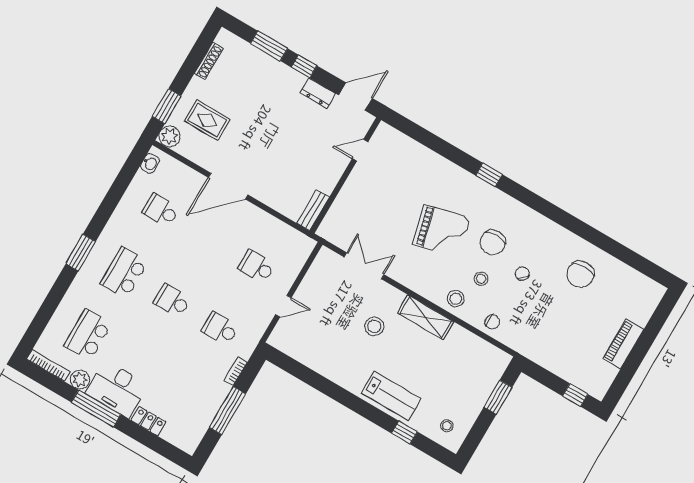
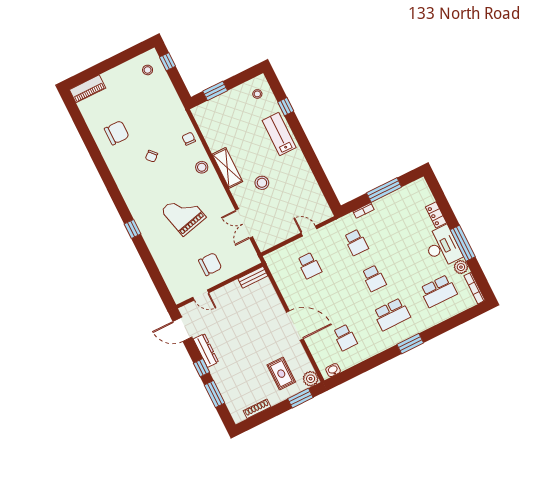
dresser: (318, 93) -> (206, 351), width x1.44
chair: (493, 242) -> (210, 264), moved
stool: (481, 279) -> (148, 70), moved
piano: (623, 344) -> (88, 89), moved

